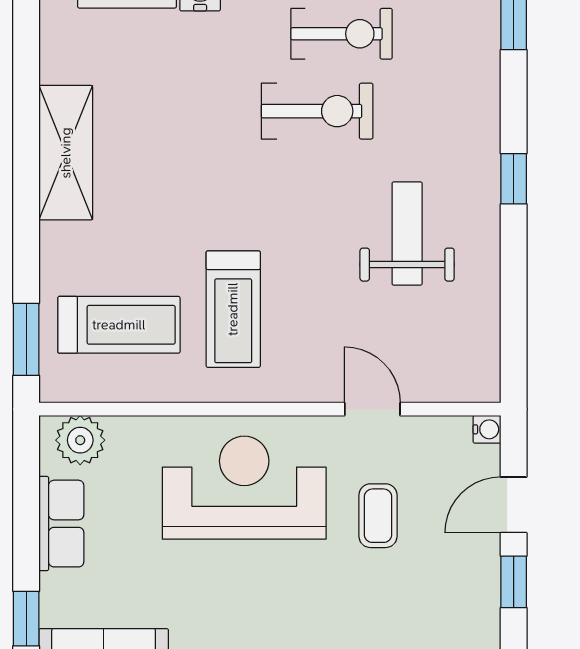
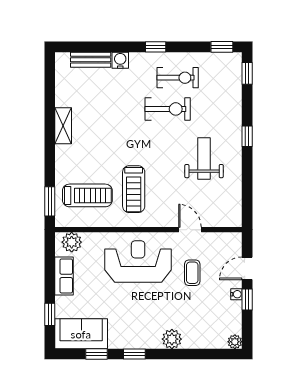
shelving: (66, 153) -> (63, 126), width x0.67, depth x0.75
water cooler: (487, 429) -> (236, 294), moved

